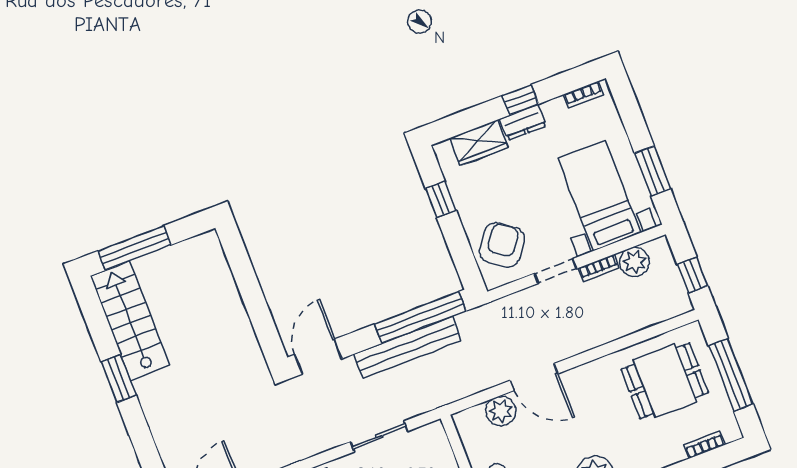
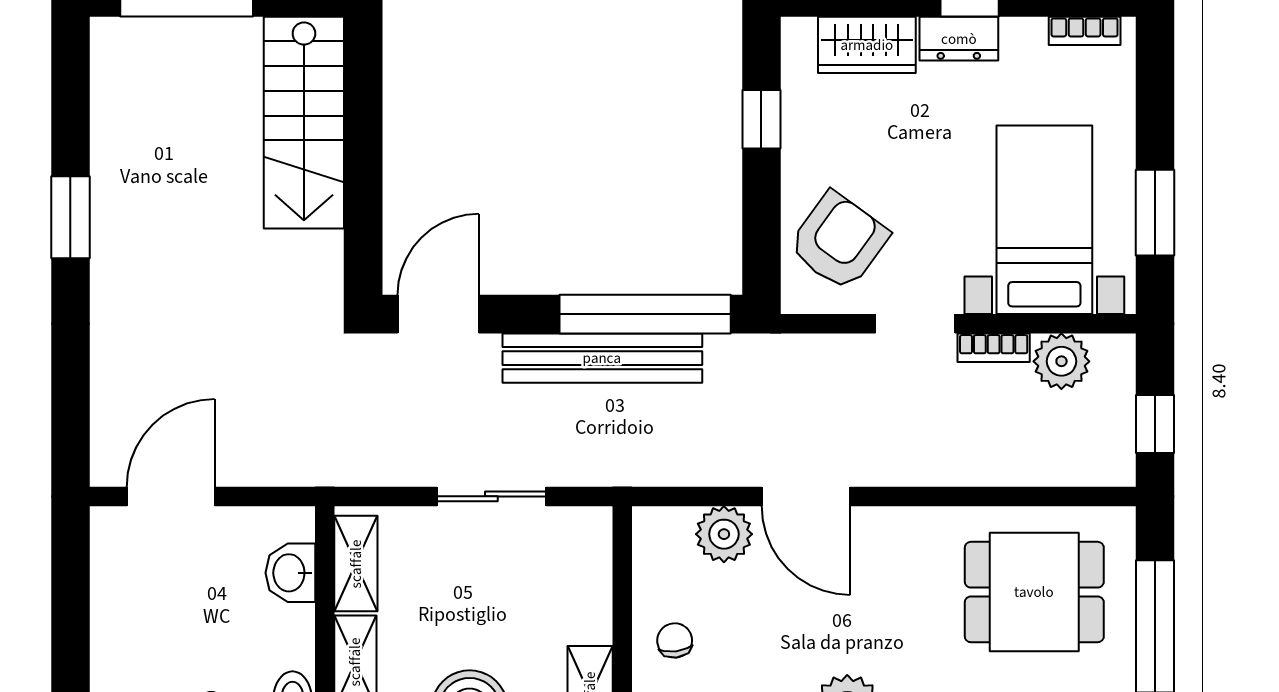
stairs: (130, 321) -> (304, 123), moved, turned 180

